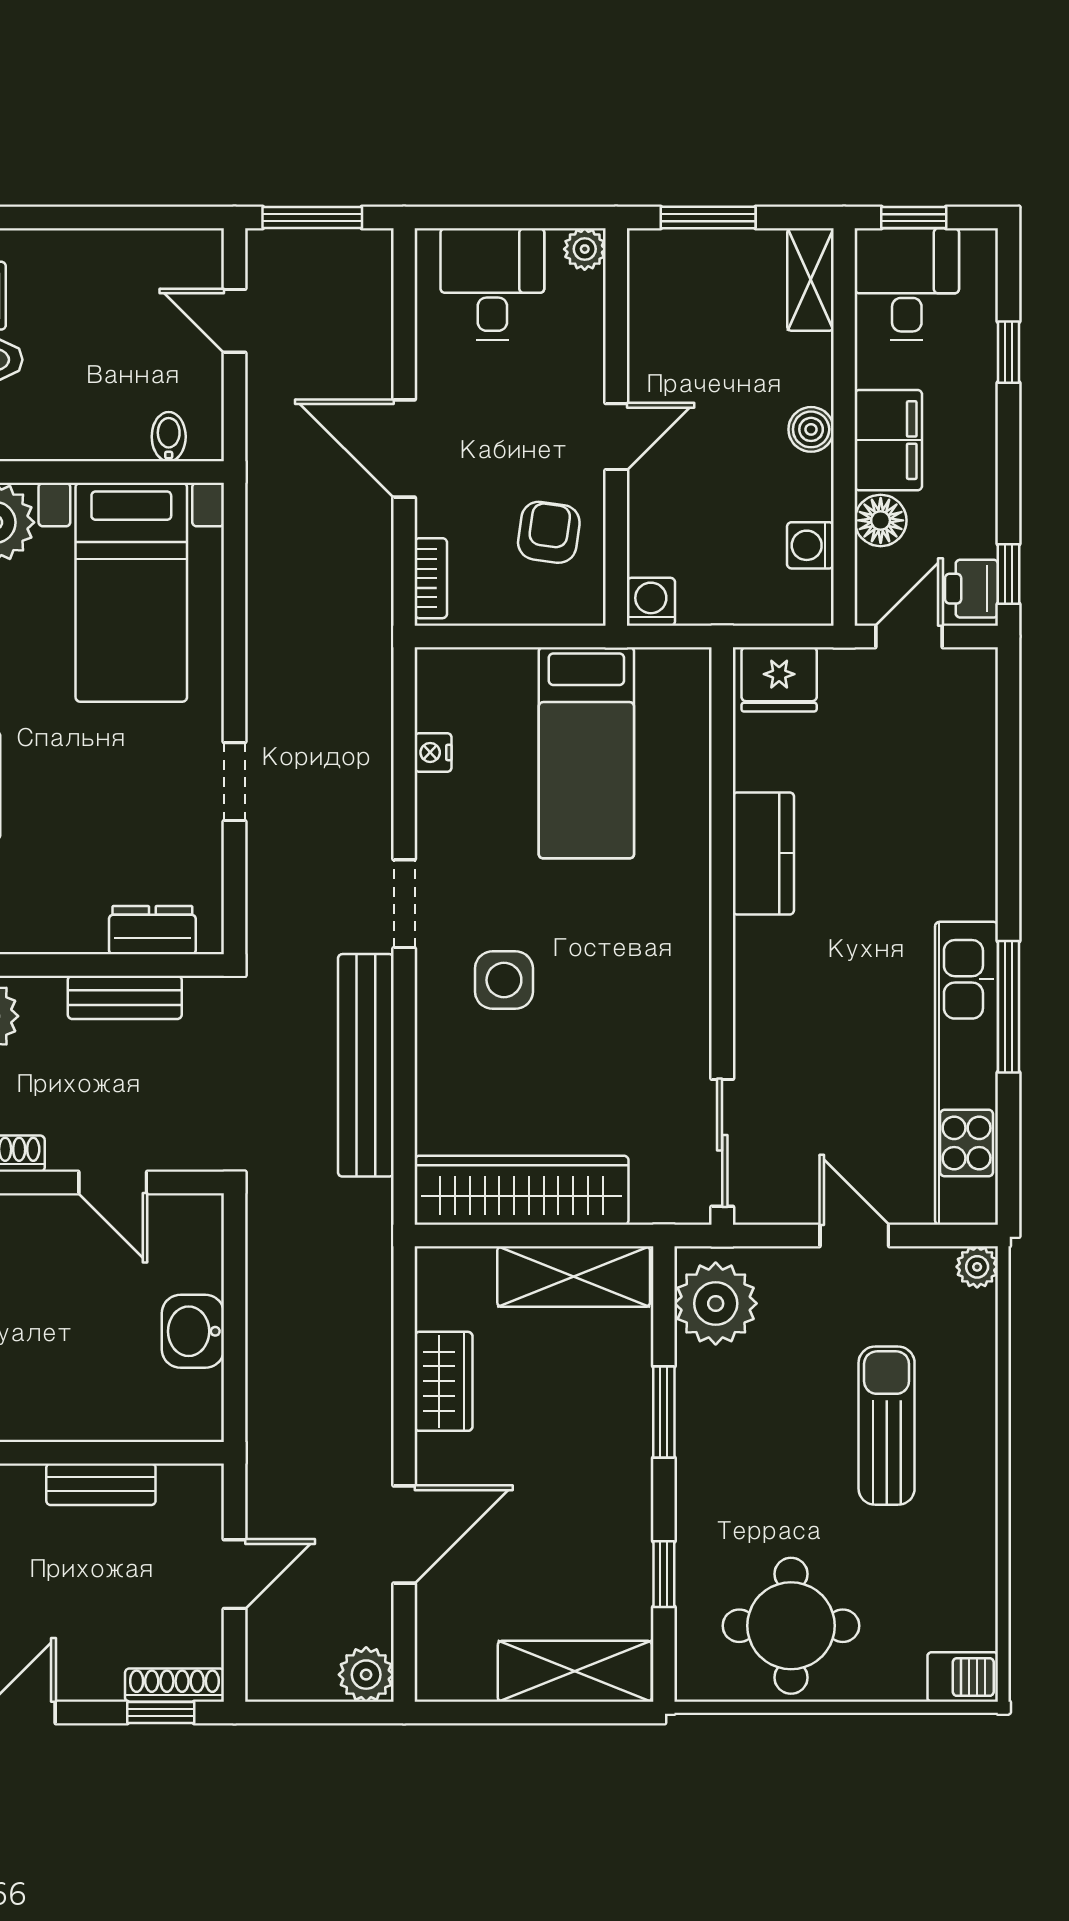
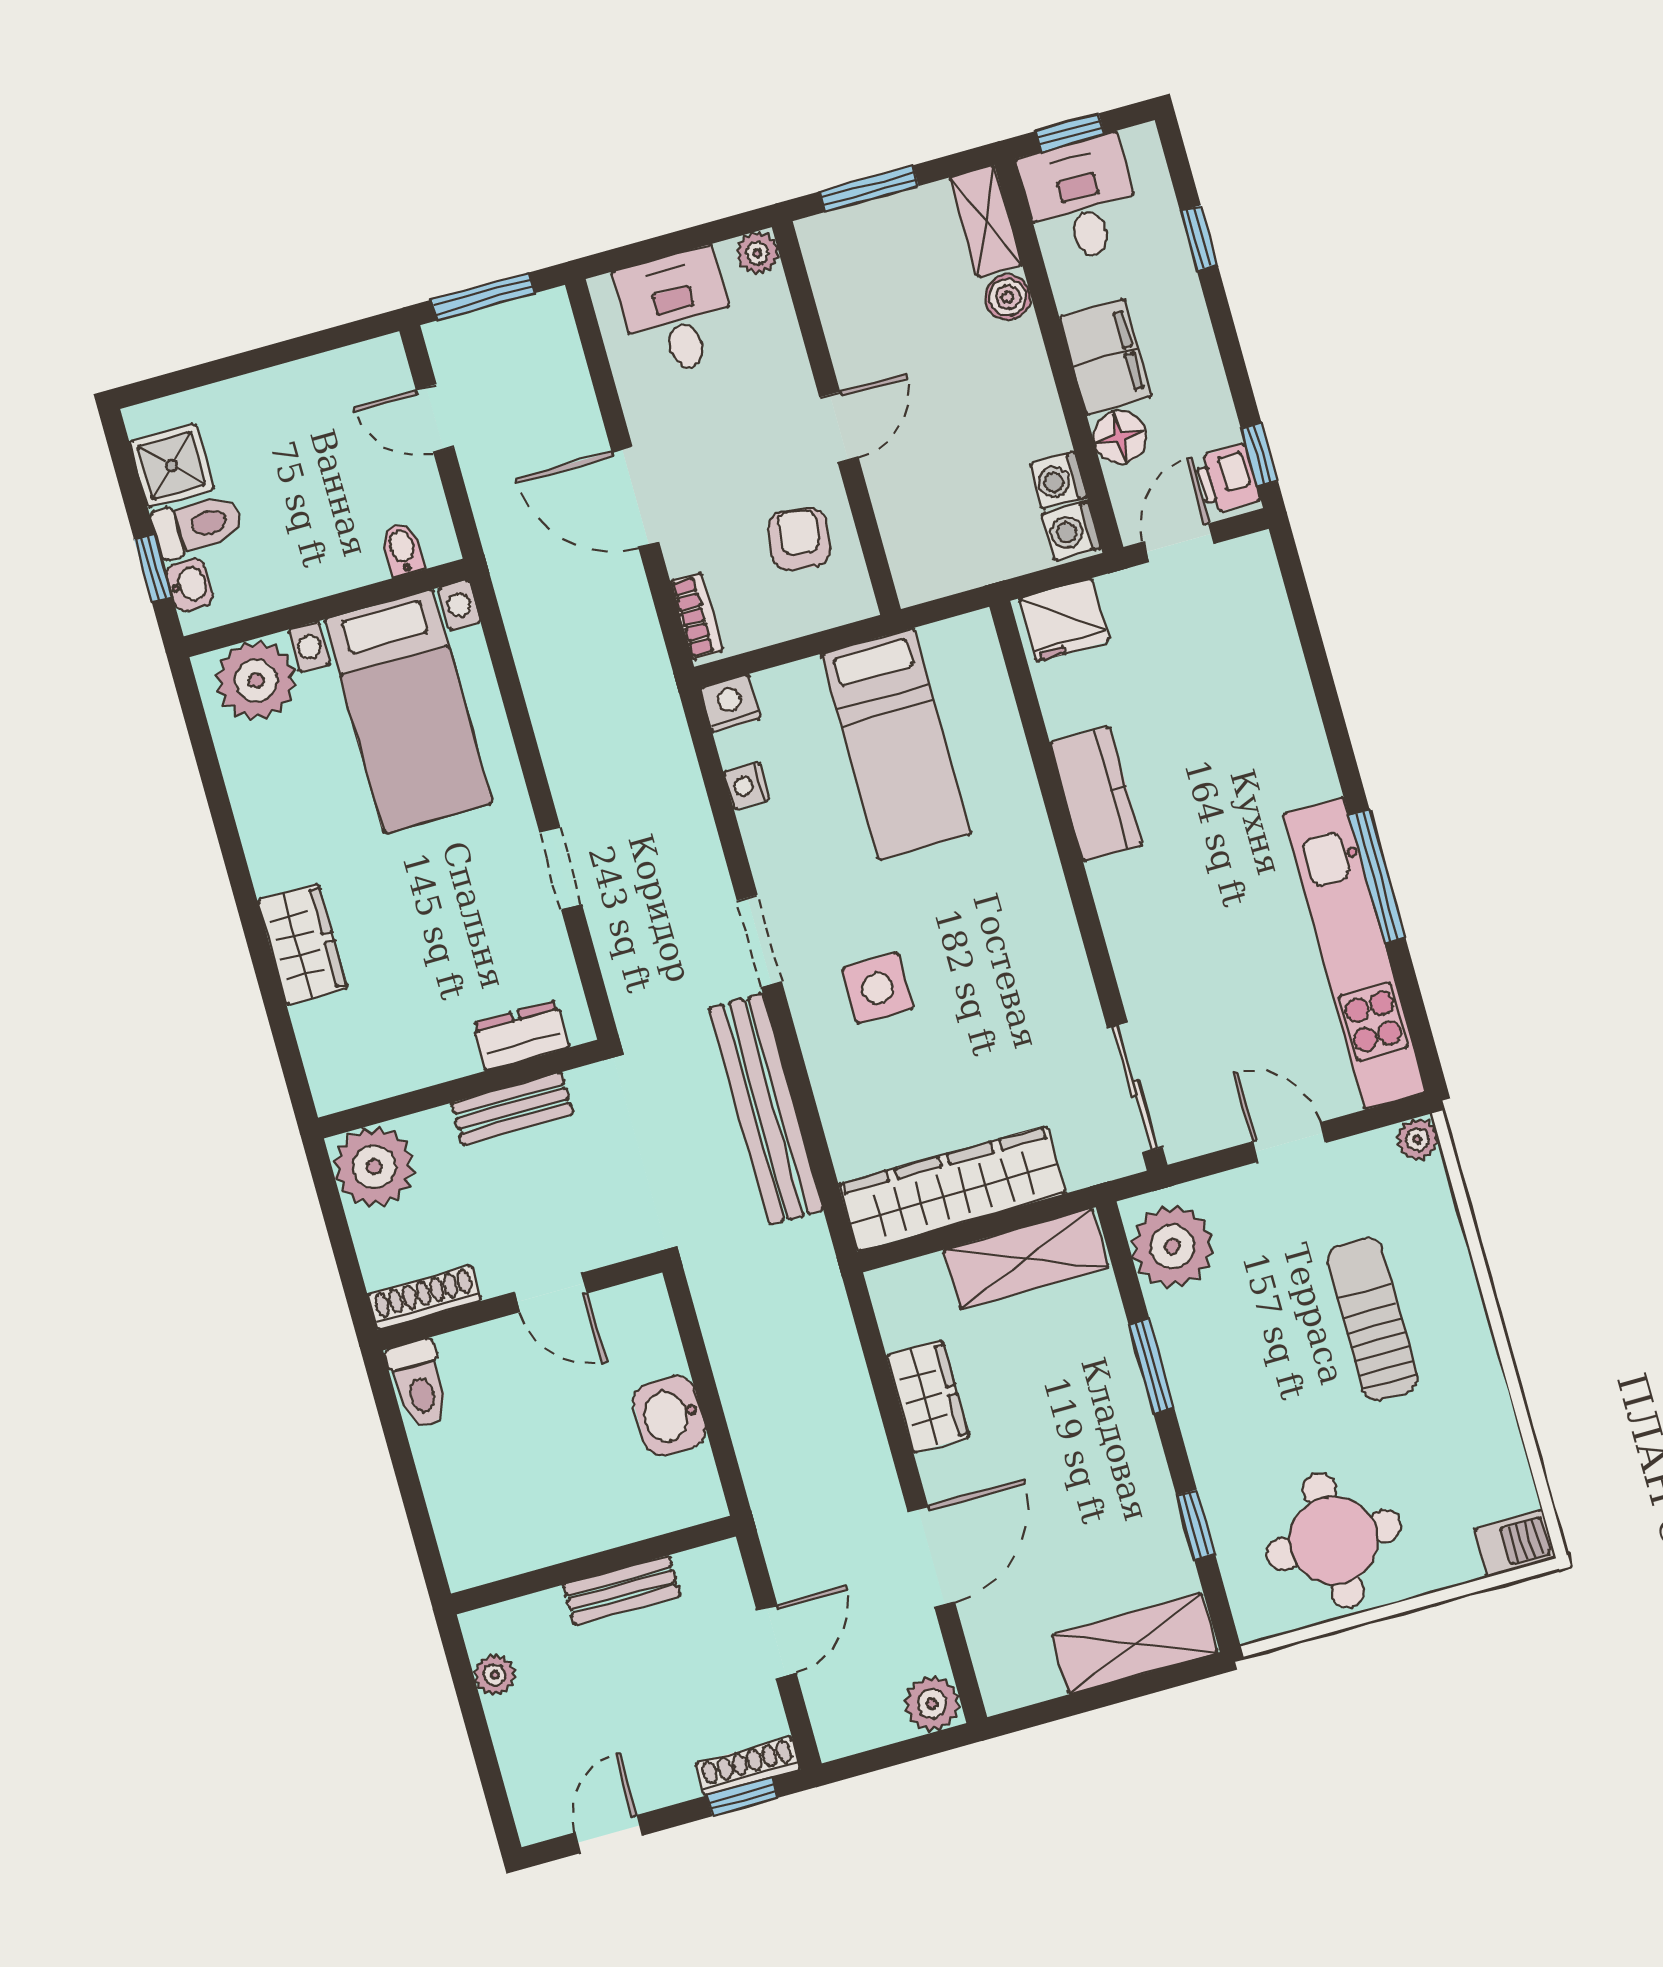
boiler: (811, 429) -> (1008, 297), moved
washing machine: (651, 602) -> (1071, 531), moved, turned -90
nightstand: (440, 670) -> (730, 703), added

